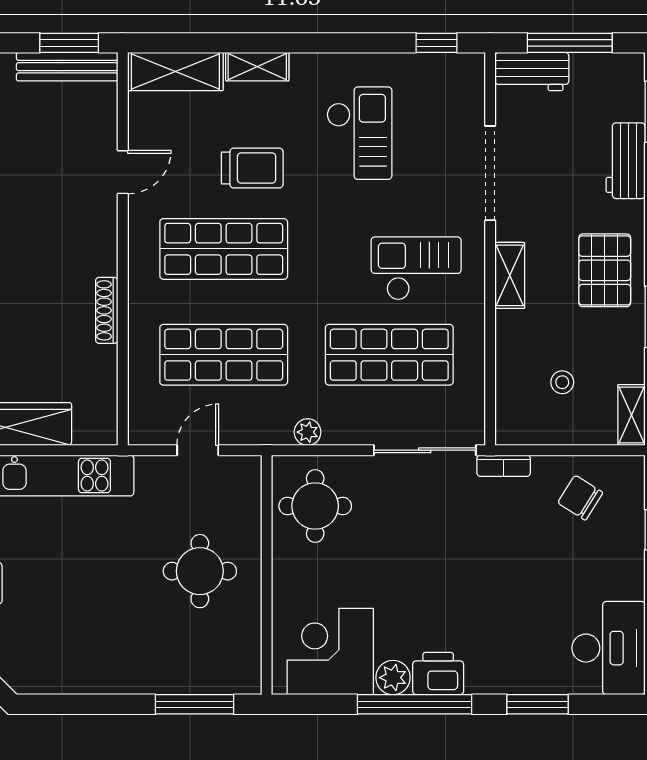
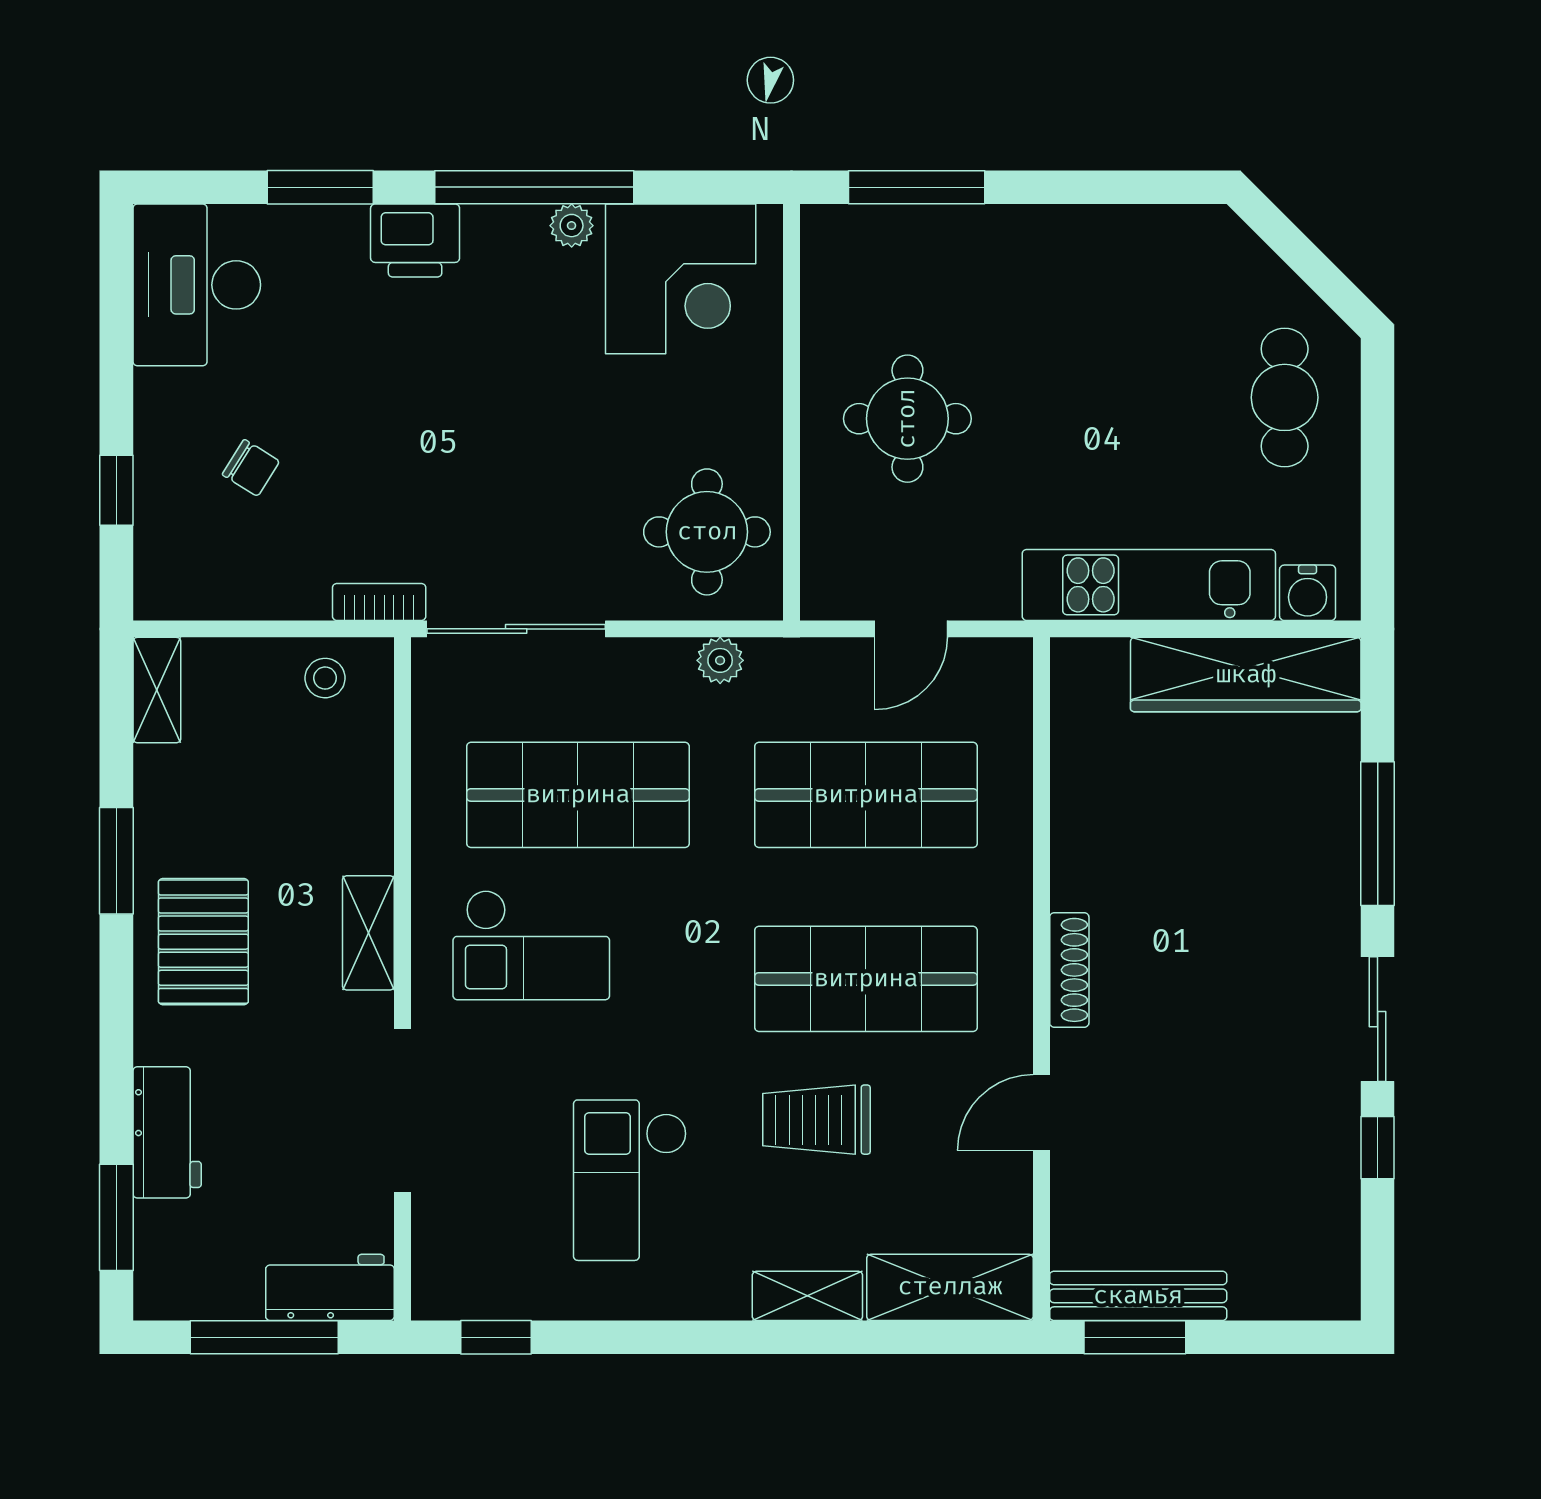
shoe rack: (107, 310) -> (1069, 970), moved
stool: (562, 382) -> (325, 678), moved
chair: (580, 498) -> (251, 468), moved, width x0.73, depth x0.73
printer: (438, 674) -> (415, 241), moved
plant: (393, 678) -> (572, 226), width x0.73, depth x0.73

